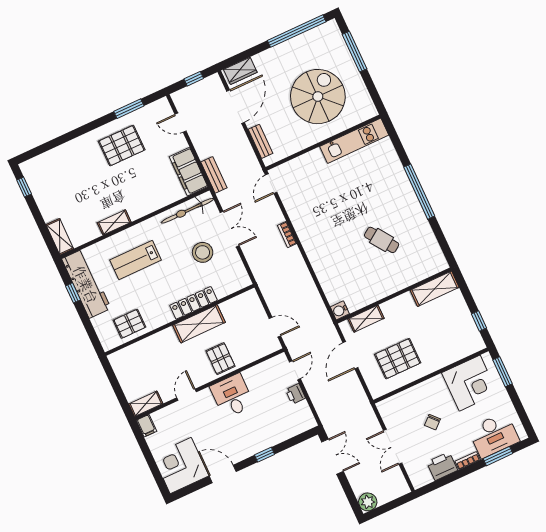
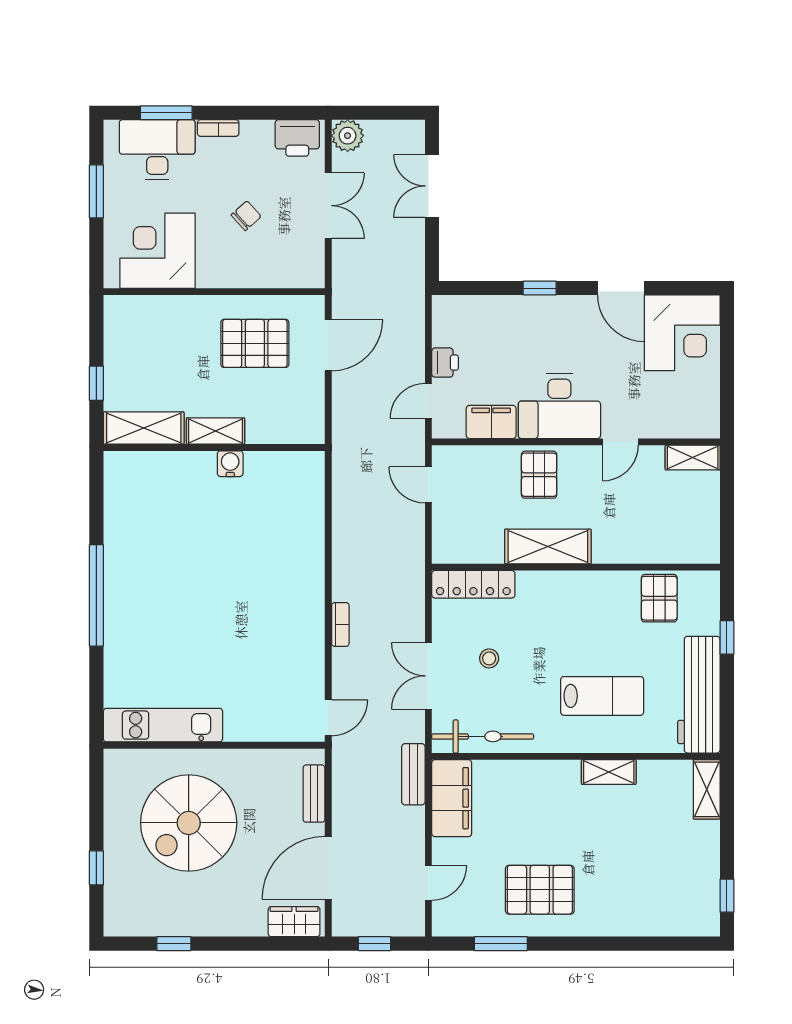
window: (297, 31) -> (174, 944), width x0.32
window: (355, 52) -> (96, 868), width x0.46
door: (180, 123) -> (428, 883), hinge flipped
cafe table: (382, 240) -> (193, 546), removed
stool: (203, 252) -> (489, 658), width x0.53, depth x0.53
window: (73, 293) -> (727, 637), moved
locker: (193, 303) -> (473, 584), moved
water cooler: (340, 310) -> (230, 464), moved, turned -90
shelving: (366, 319) -> (216, 431), moved
window: (479, 321) -> (96, 383), moved
pallet: (129, 324) -> (659, 598), turned 90
door: (350, 355) -> (328, 345), moved
window: (502, 372) -> (96, 191), moved
desk: (232, 396) -> (559, 406), width x1.37
filing cabinet: (146, 426) -> (491, 422), moved, width x2.00
double door: (333, 457) -> (432, 186), moved
printer: (442, 466) -> (297, 138), moved
plant: (368, 502) -> (348, 136), moved

